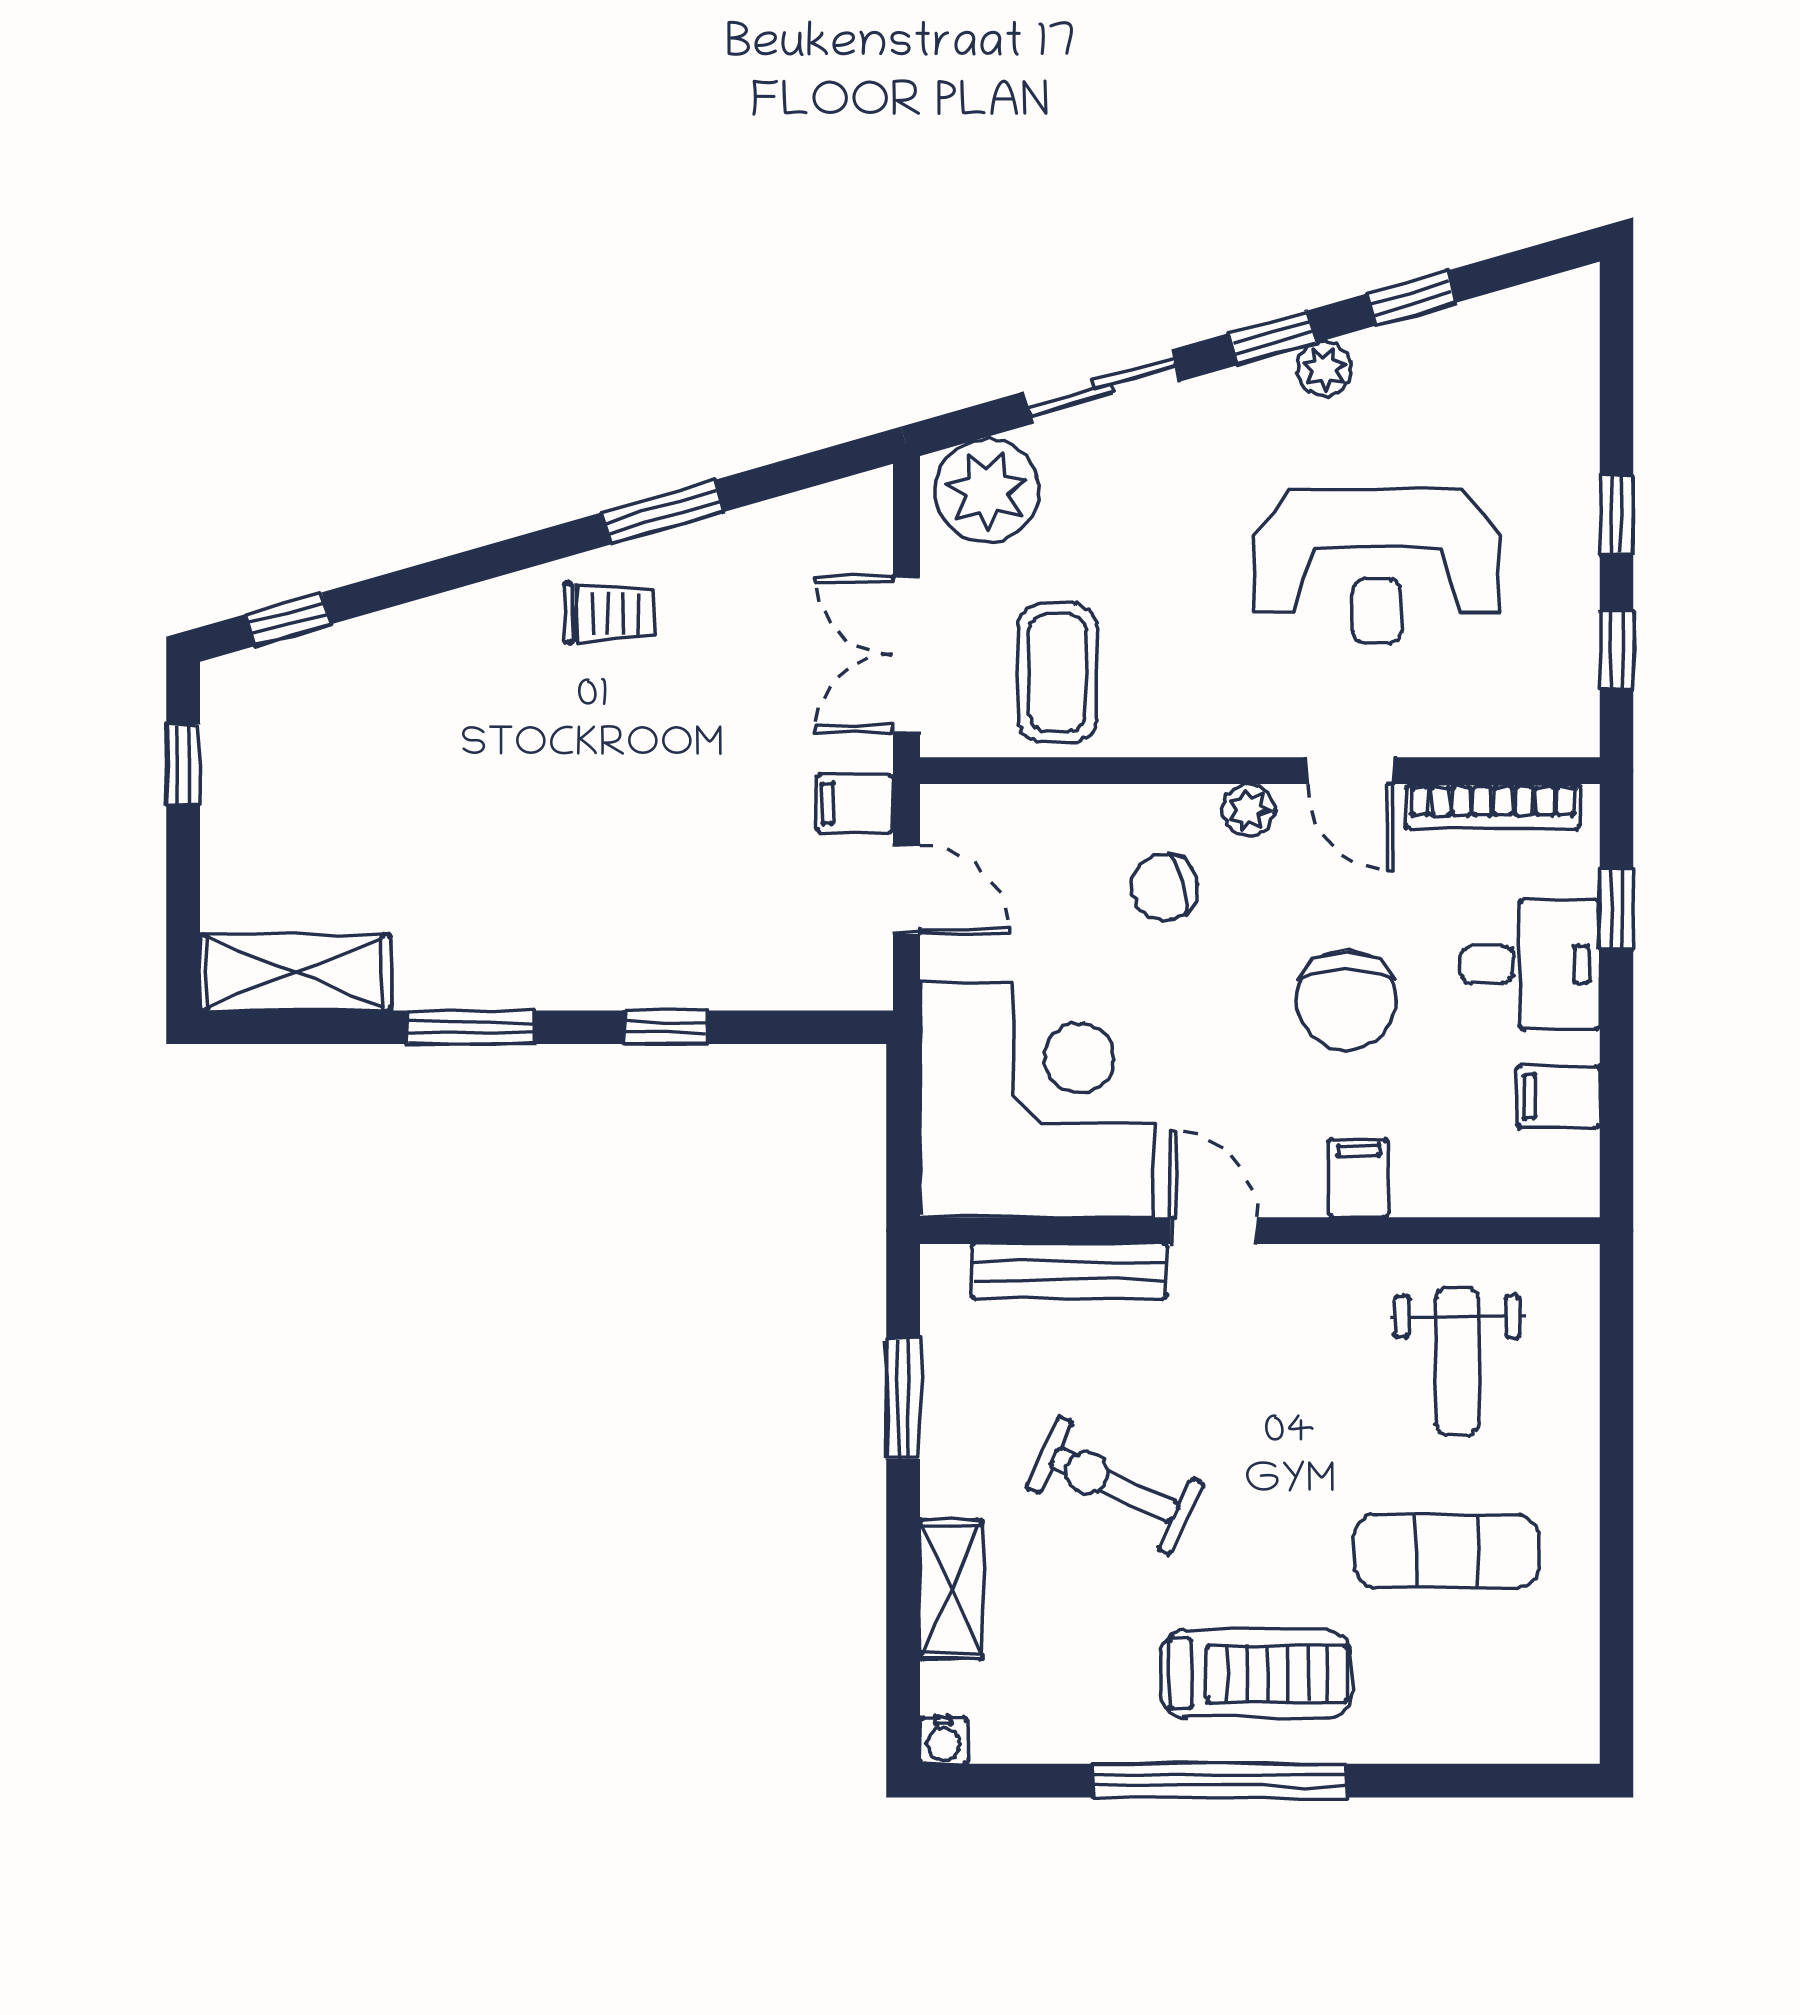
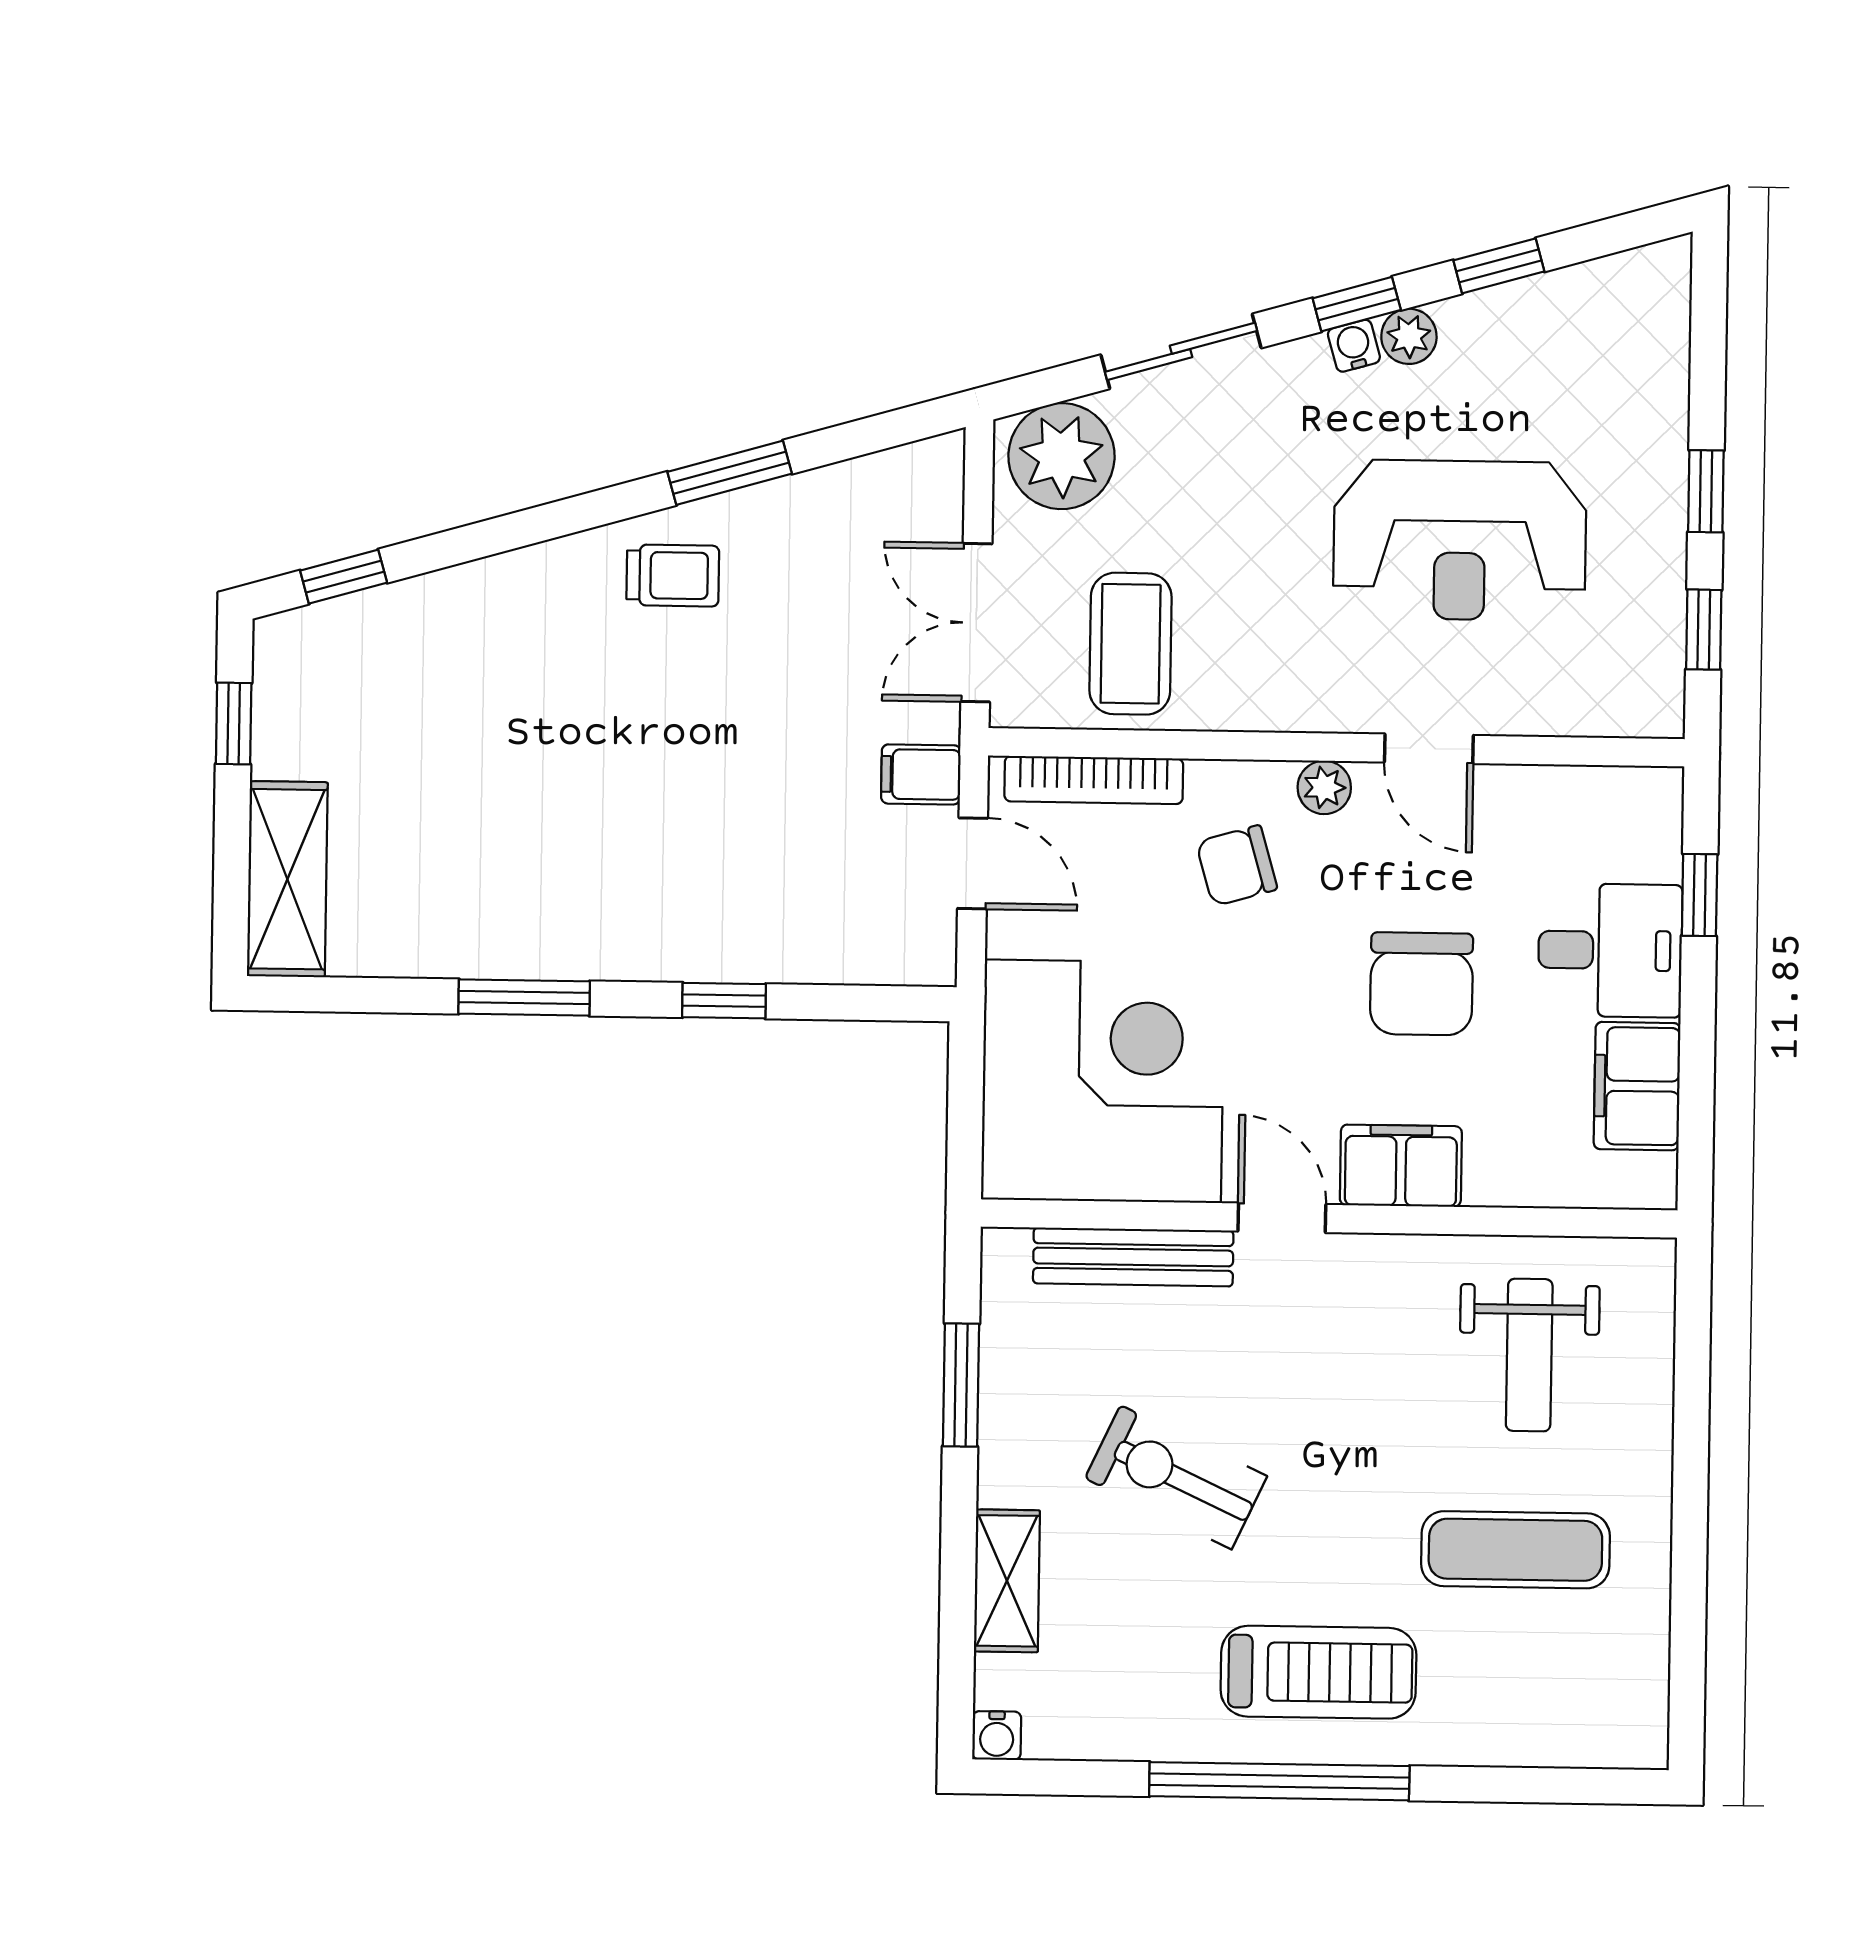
water cooler: (1271, 378) -> (1354, 346), added
bookcase: (1493, 806) -> (1094, 780), moved
shelving: (295, 973) -> (287, 879), moved, turned 90
filing cabinet: (1558, 1097) -> (1637, 1086), width x2.00
filing cabinet: (1359, 1178) -> (1401, 1166), width x2.00

